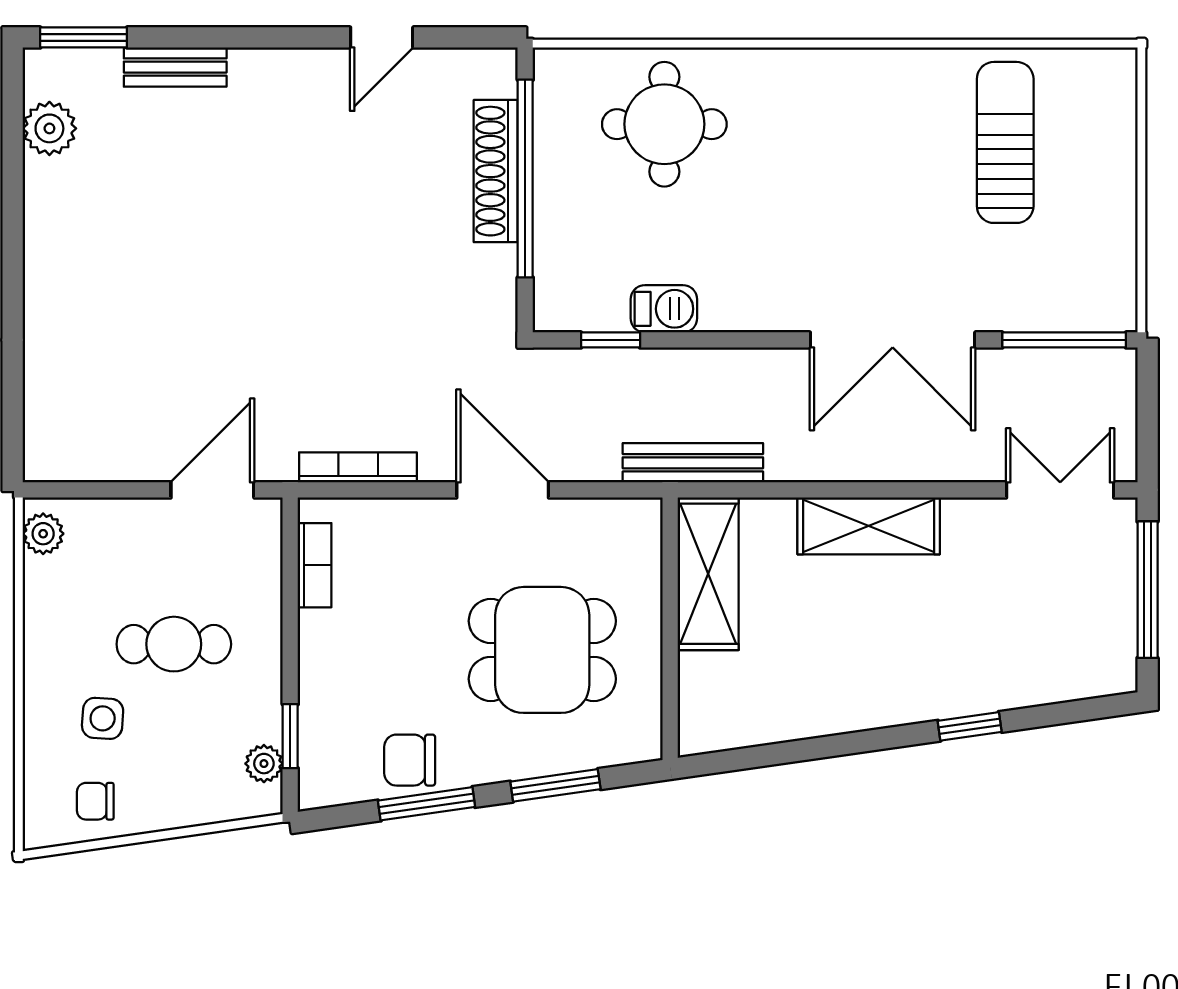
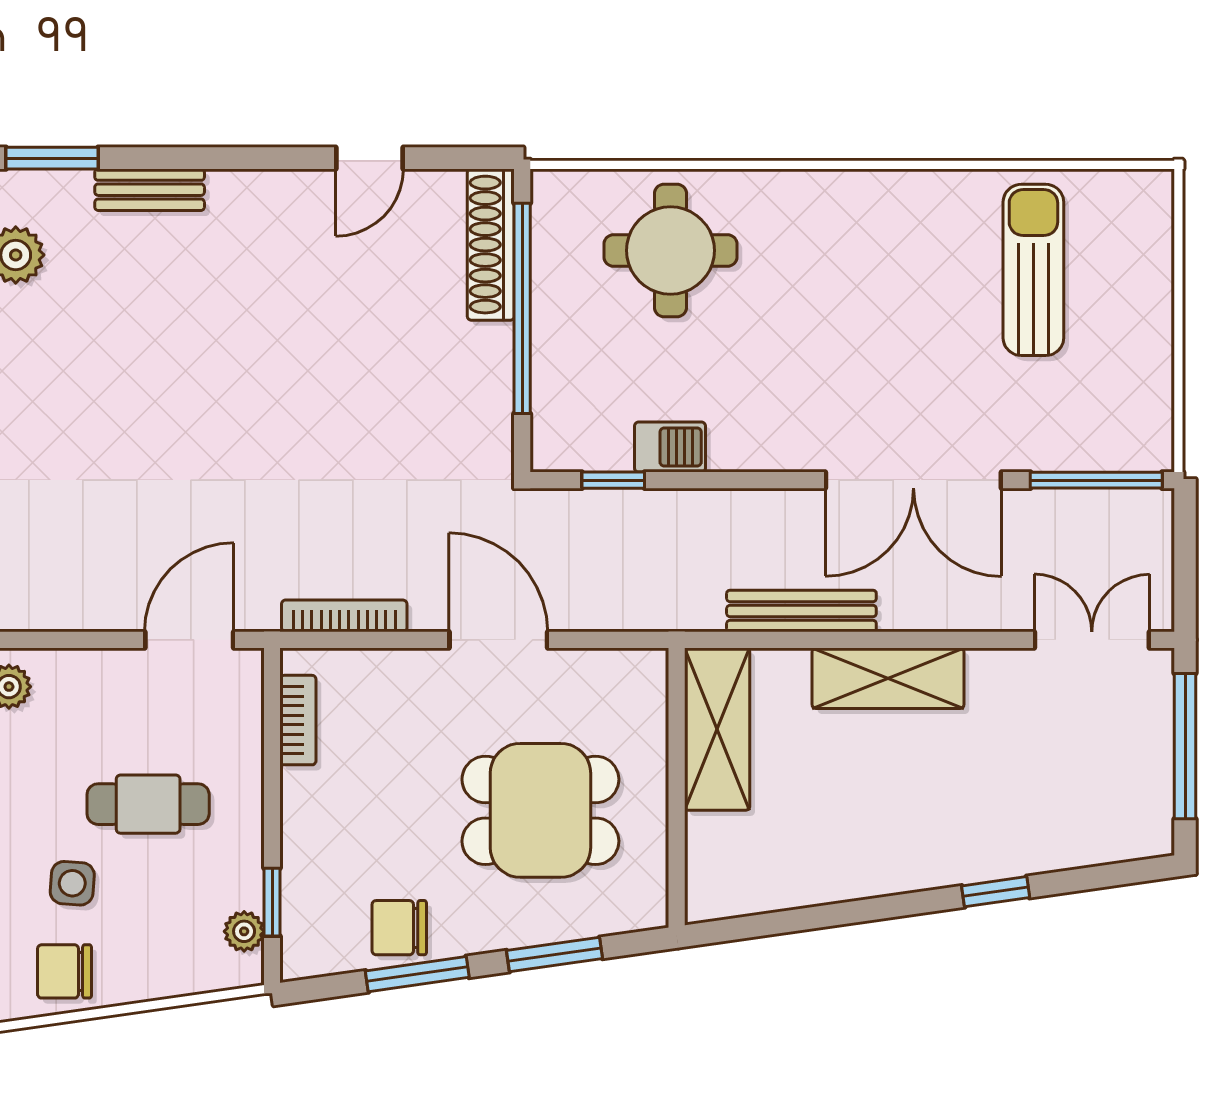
shoe rack: (496, 171) -> (491, 245), moved
bench: (693, 463) -> (801, 611), moved
chair: (95, 801) -> (64, 971), width x1.37, depth x1.37

